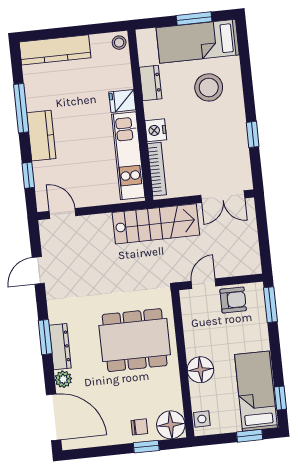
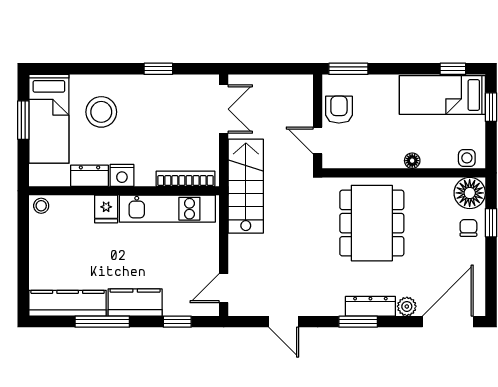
kitchen counter: (55, 50) -> (68, 303), moved, turned -90
nightstand: (156, 130) -> (122, 175), moved
floor lamp: (200, 370) -> (412, 161), width x0.53, depth x0.53

